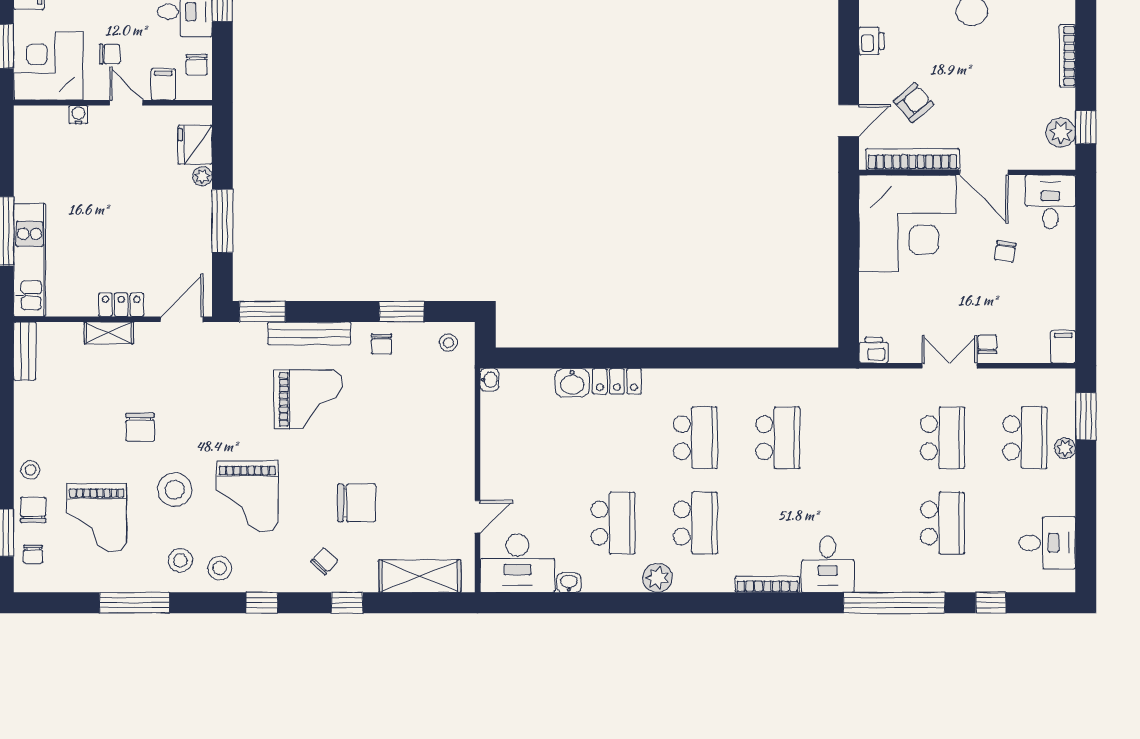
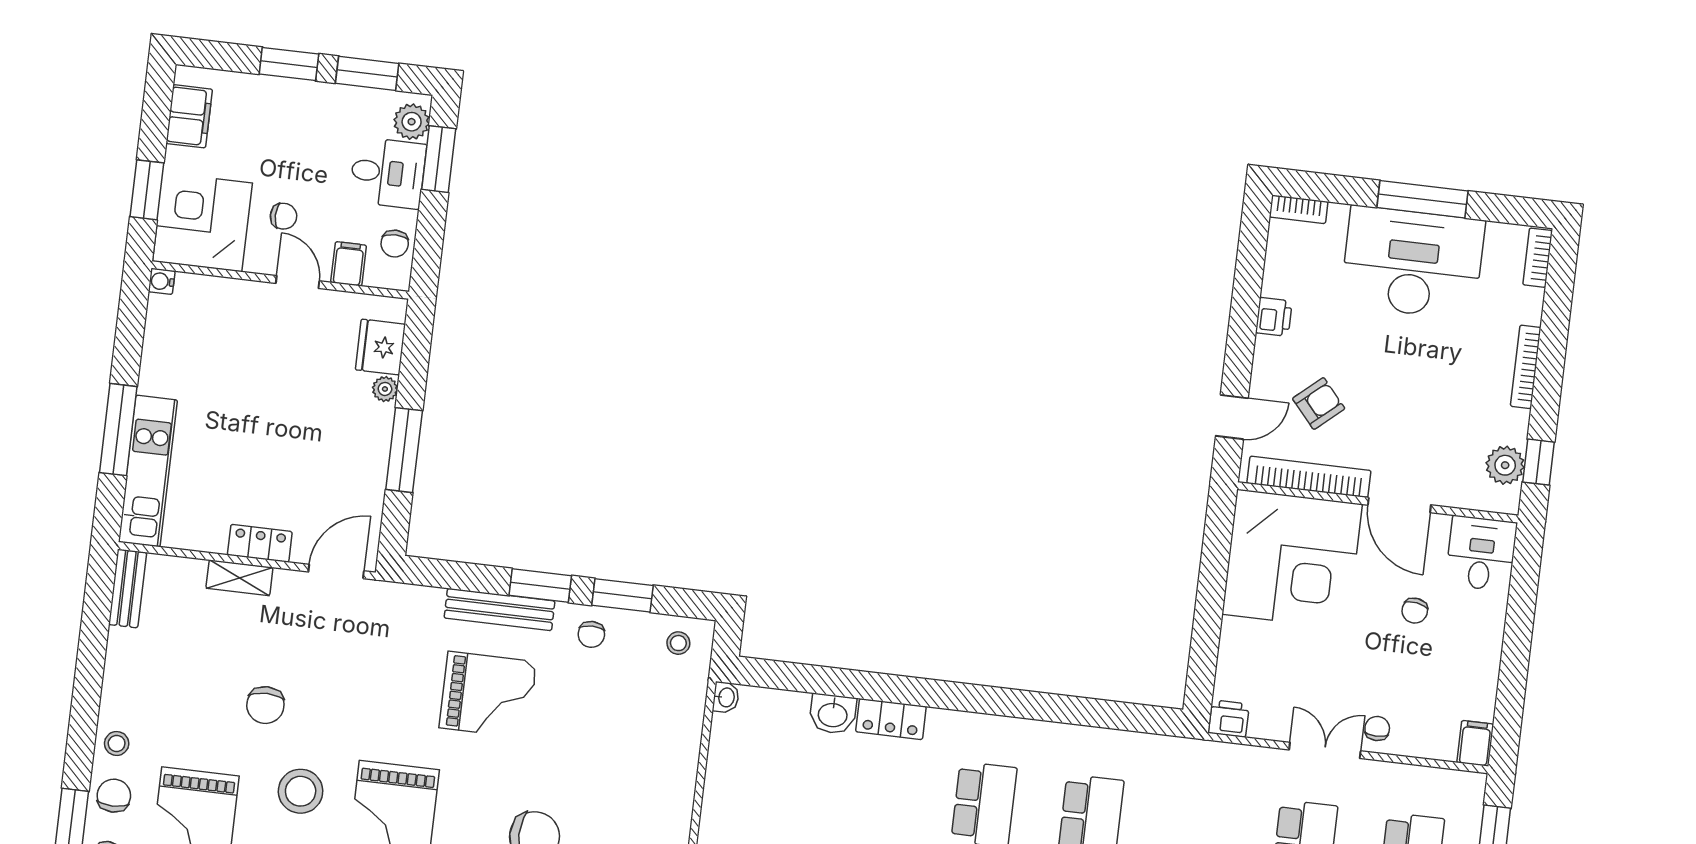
water cooler: (78, 115) -> (162, 281), moved, turned -90
window: (262, 312) -> (540, 586), moved

